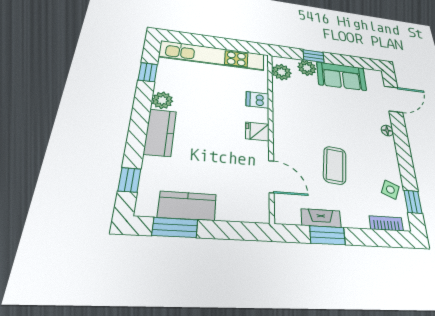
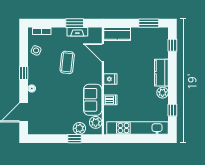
sofa: (342, 76) -> (93, 100), moved, turned -90
window: (413, 202) -> (24, 73), moved
kitchen counter: (187, 206) -> (117, 34), moved

